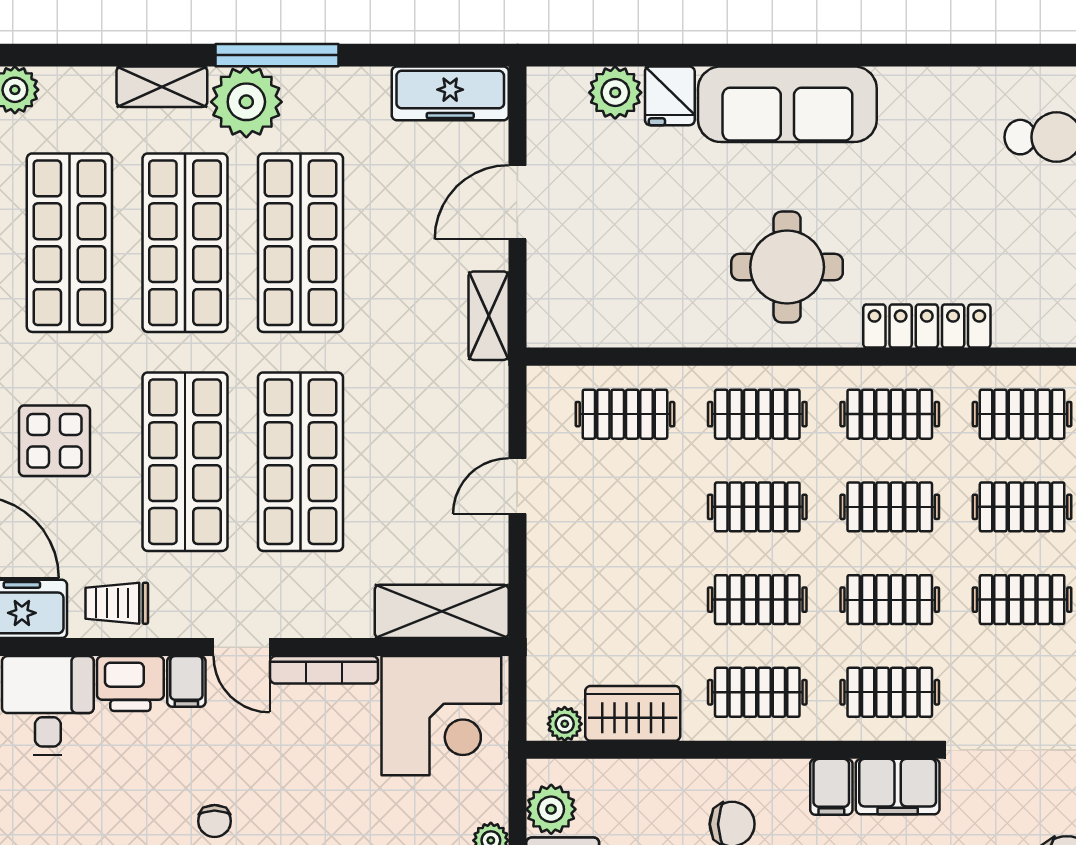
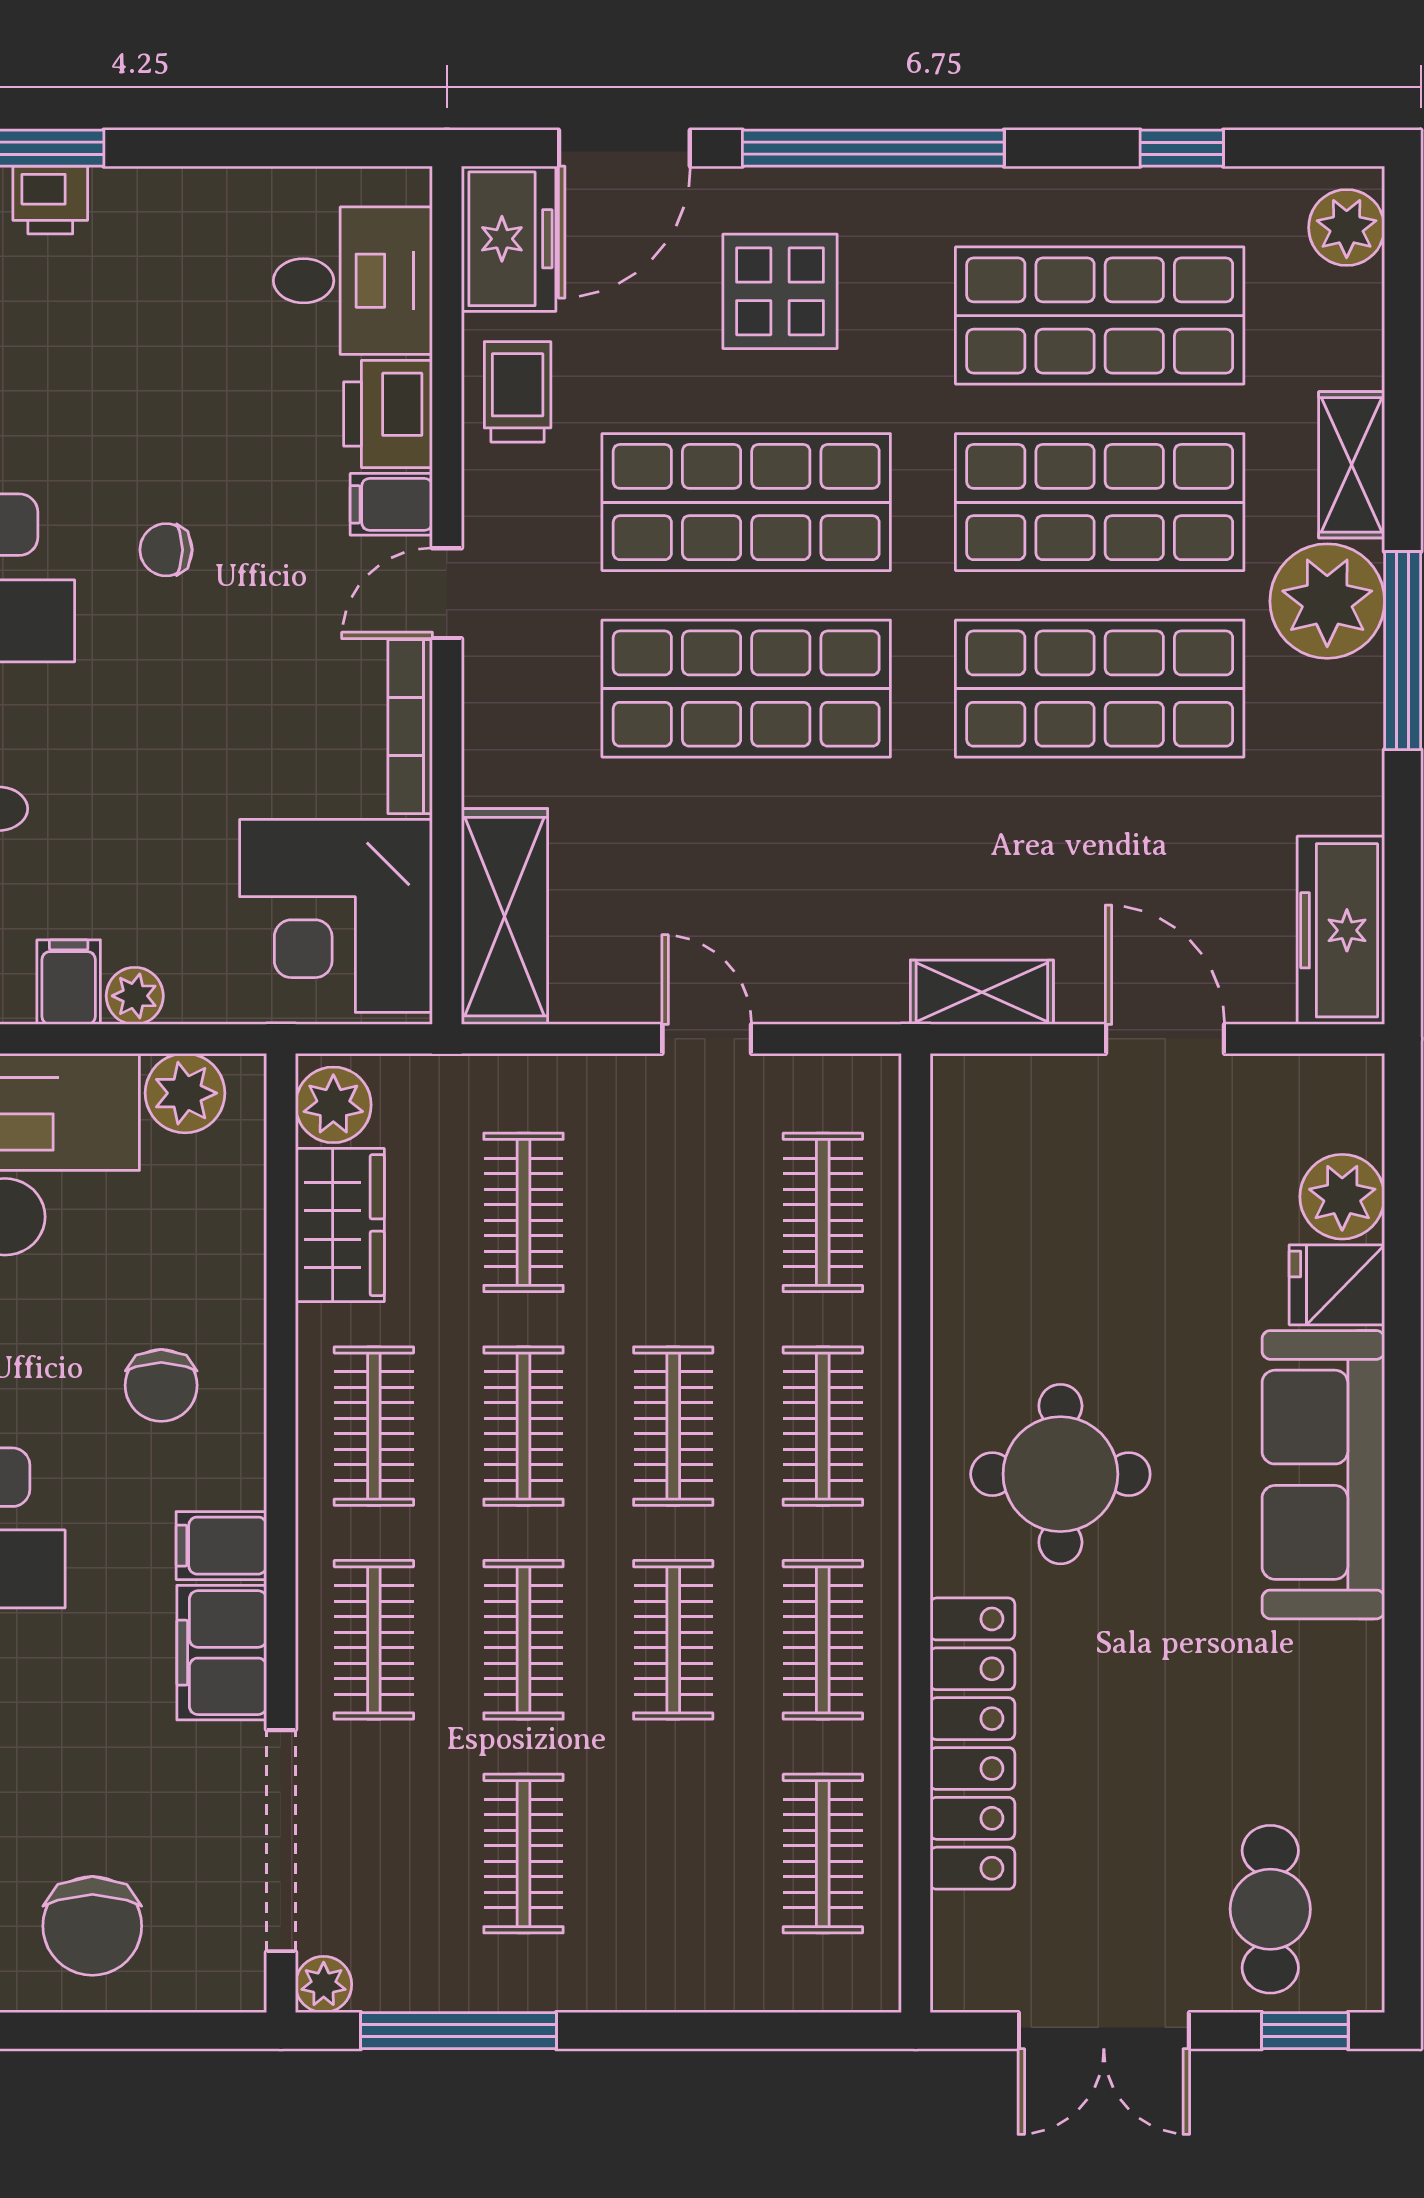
locker: (927, 326) -> (972, 1744), width x1.41, depth x1.21
clothes rail: (1022, 507) -> (524, 1212), moved
plant: (565, 724) -> (333, 1105), width x1.38, depth x1.38

